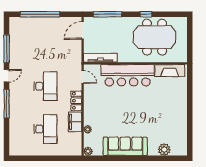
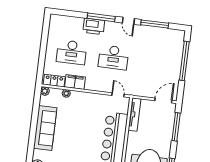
door: (83, 30) -> (163, 101), hinge flipped
door: (83, 77) -> (118, 95), swing flipped
locker: (76, 101) -> (54, 81), moved
printer: (17, 110) -> (94, 26), added

